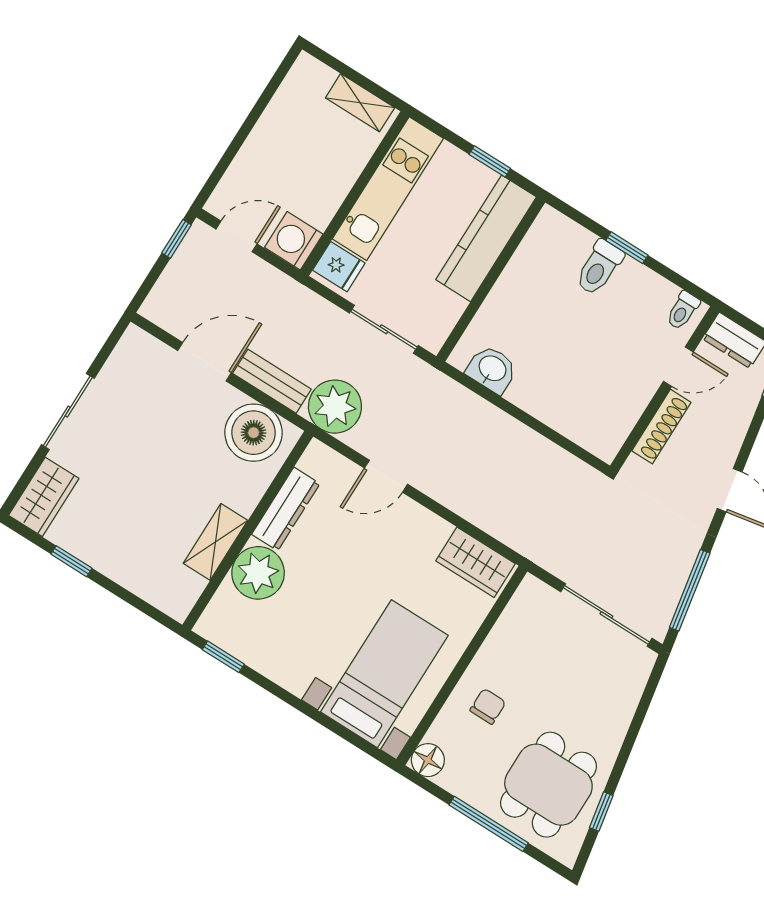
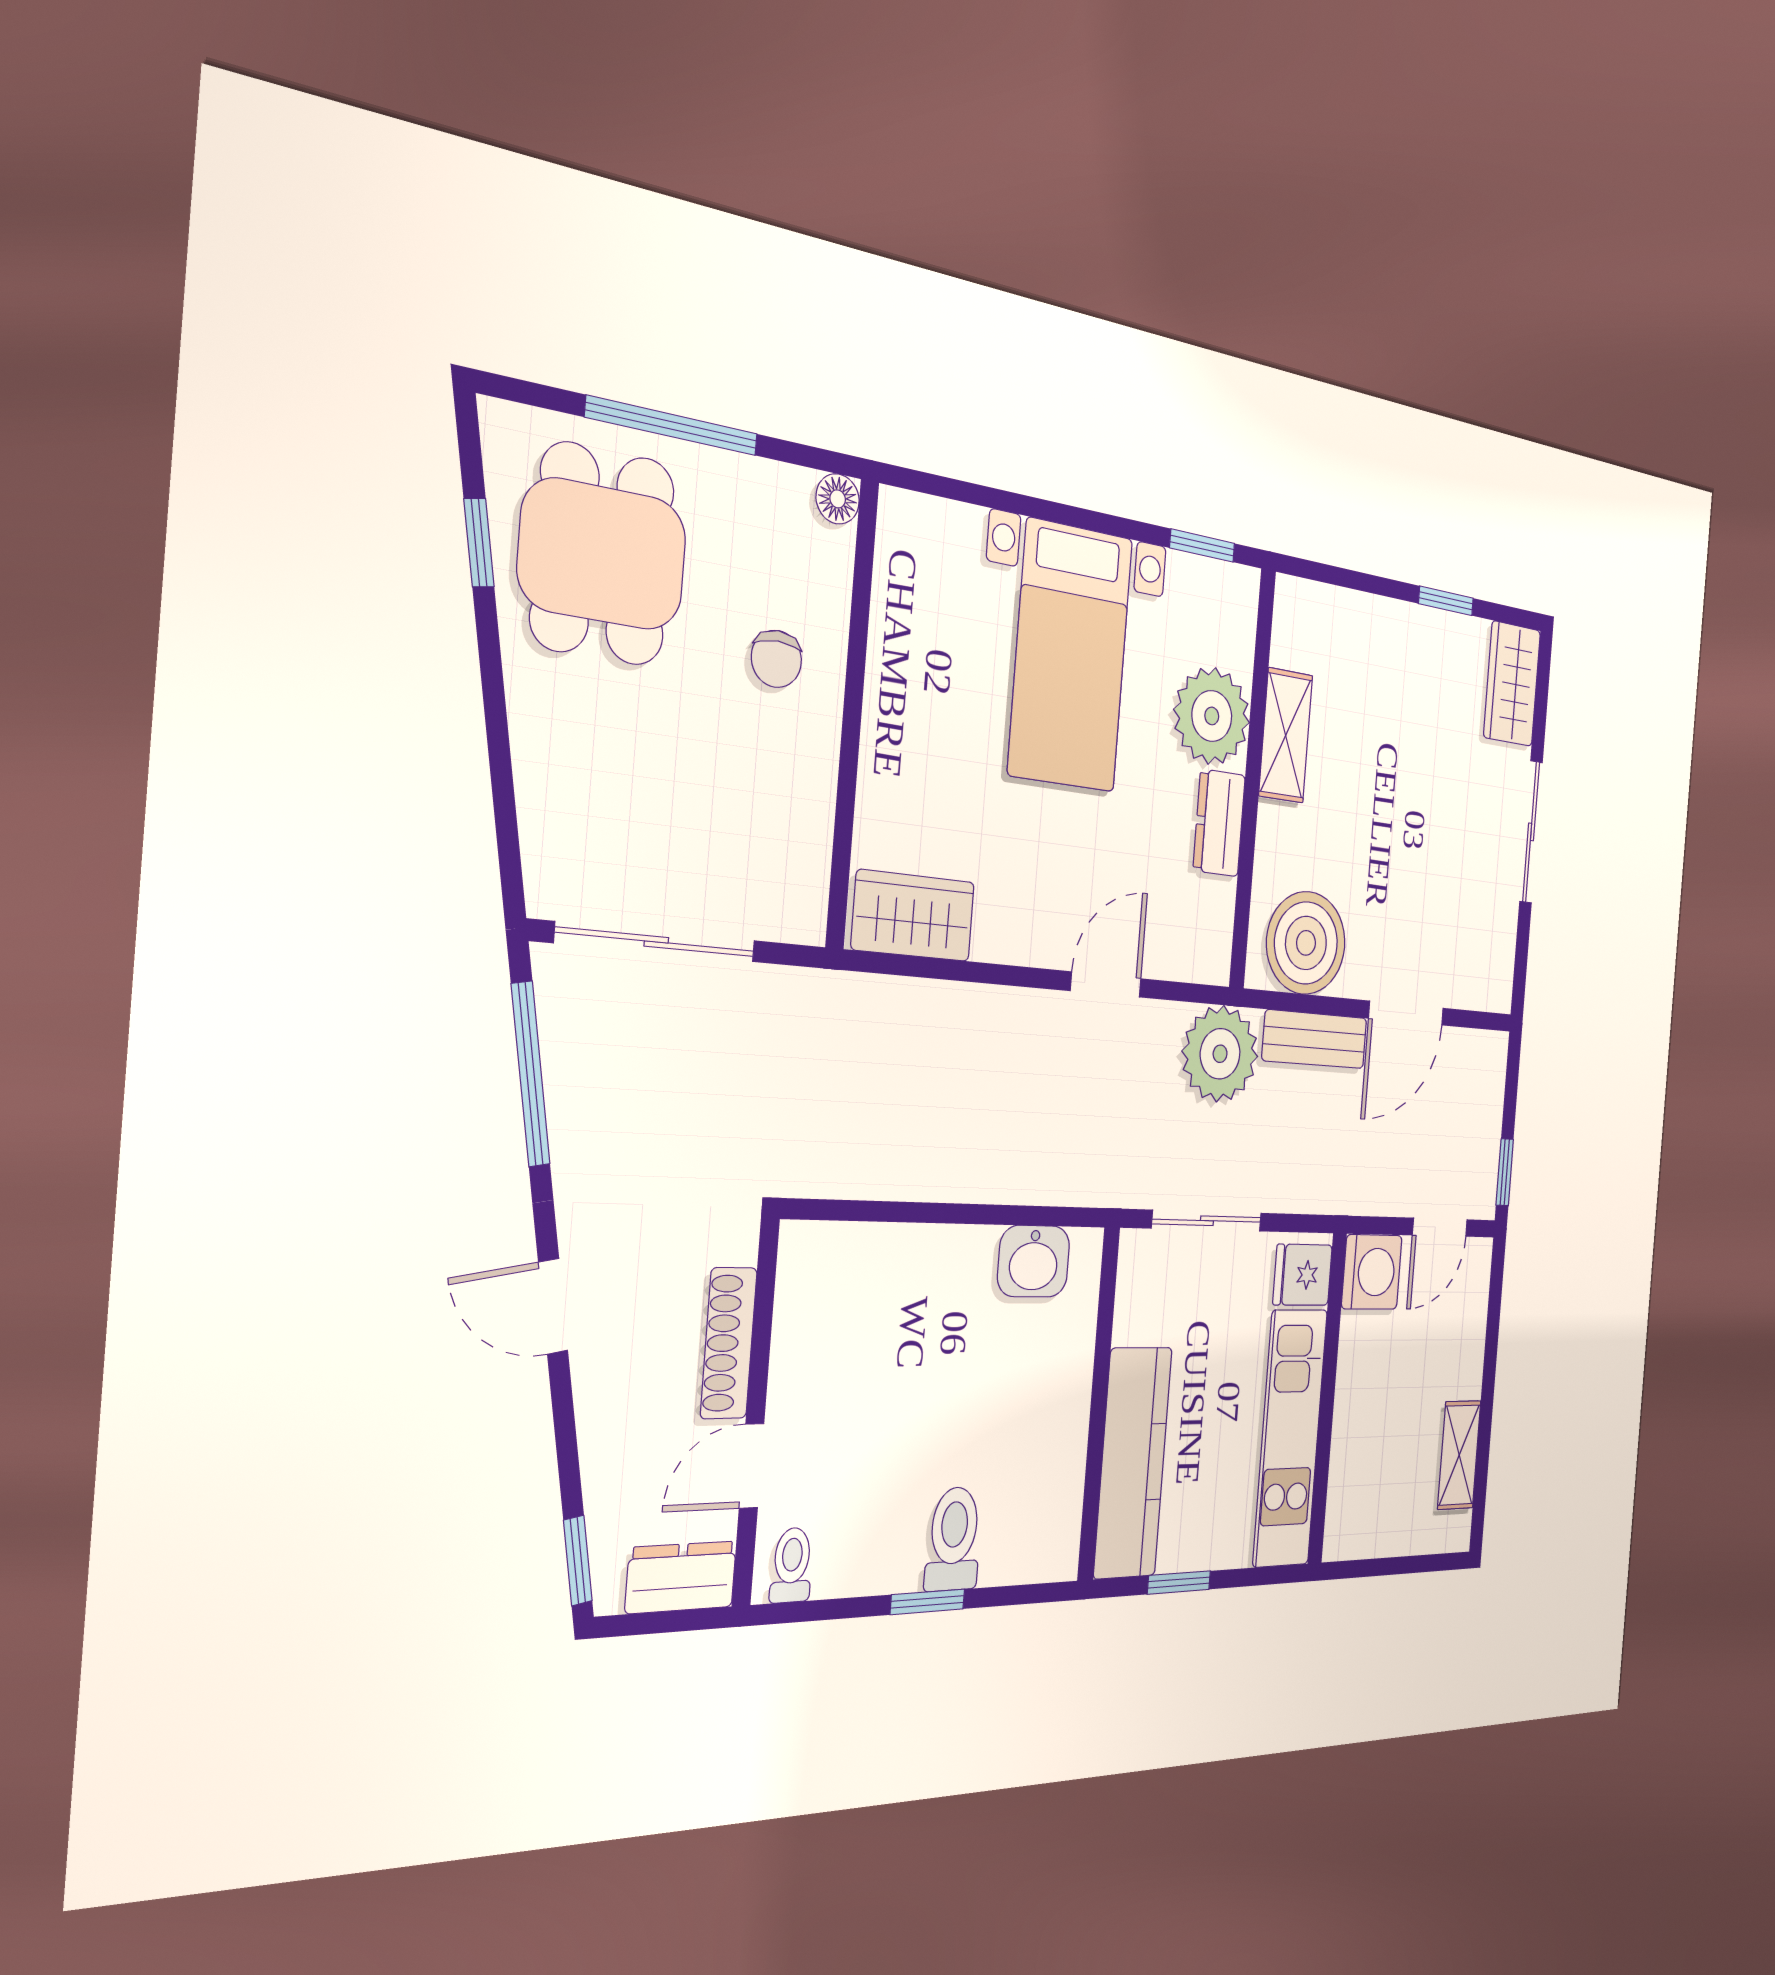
shelving: (360, 103) -> (1459, 1455), moved, turned 90
dresser: (286, 509) -> (1219, 823), width x0.70
bed with nightstands: (384, 674) -> (1070, 656), moved
floor lamp: (428, 760) -> (838, 499), width x0.73, depth x0.73

